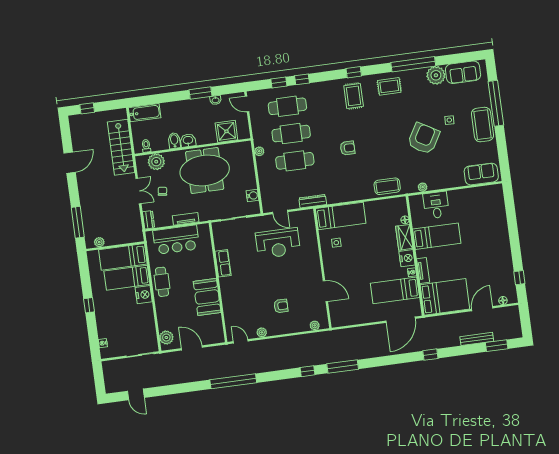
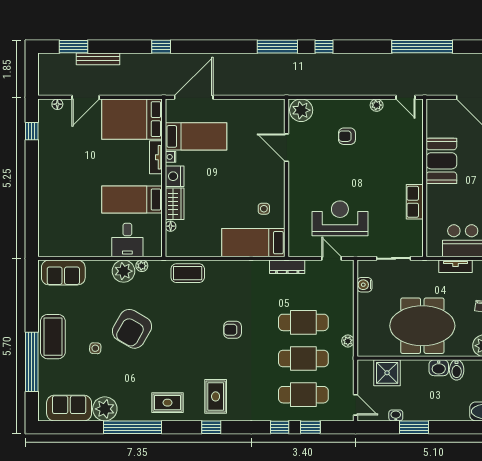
plant: (436, 181) -> (124, 271), added
plant: (315, 325) -> (301, 110), width x1.88, depth x1.88

